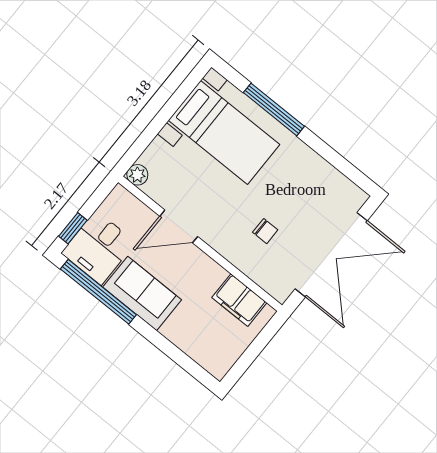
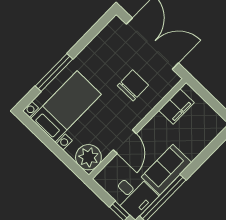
plant: (137, 175) -> (88, 157), width x1.87, depth x1.87
chair: (265, 231) -> (133, 85), width x1.87, depth x1.87

